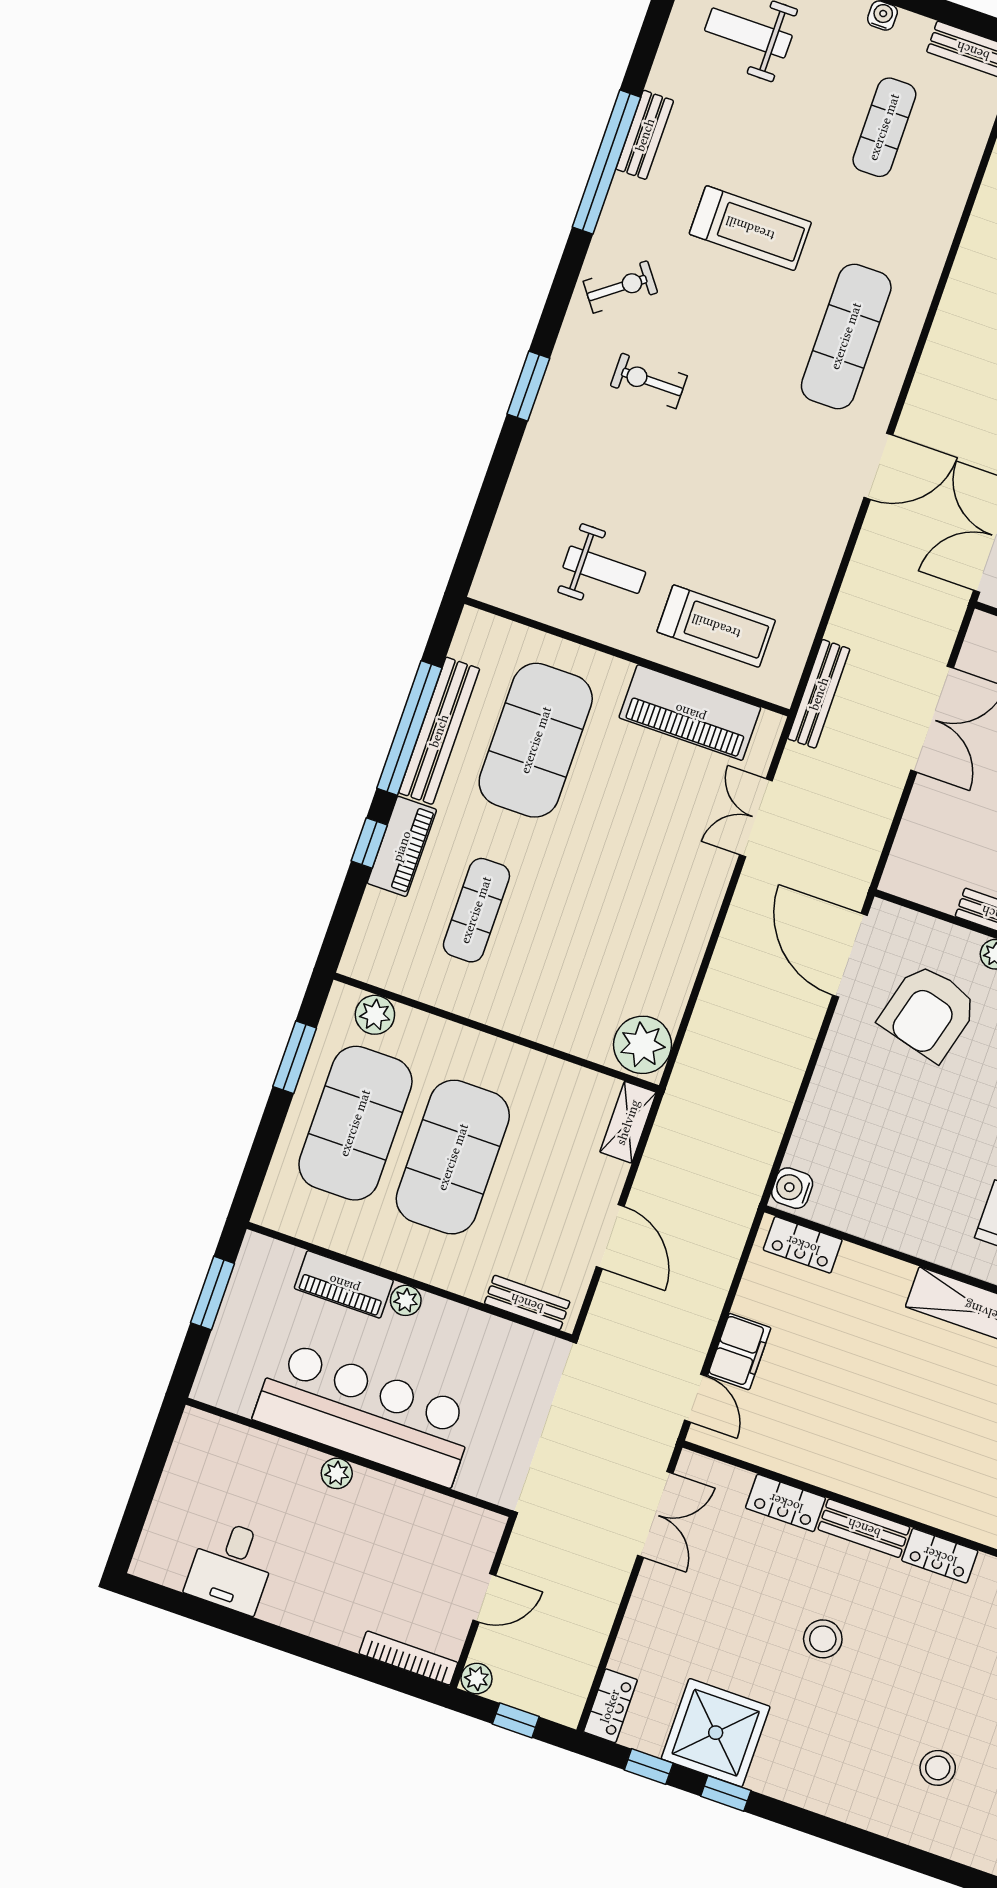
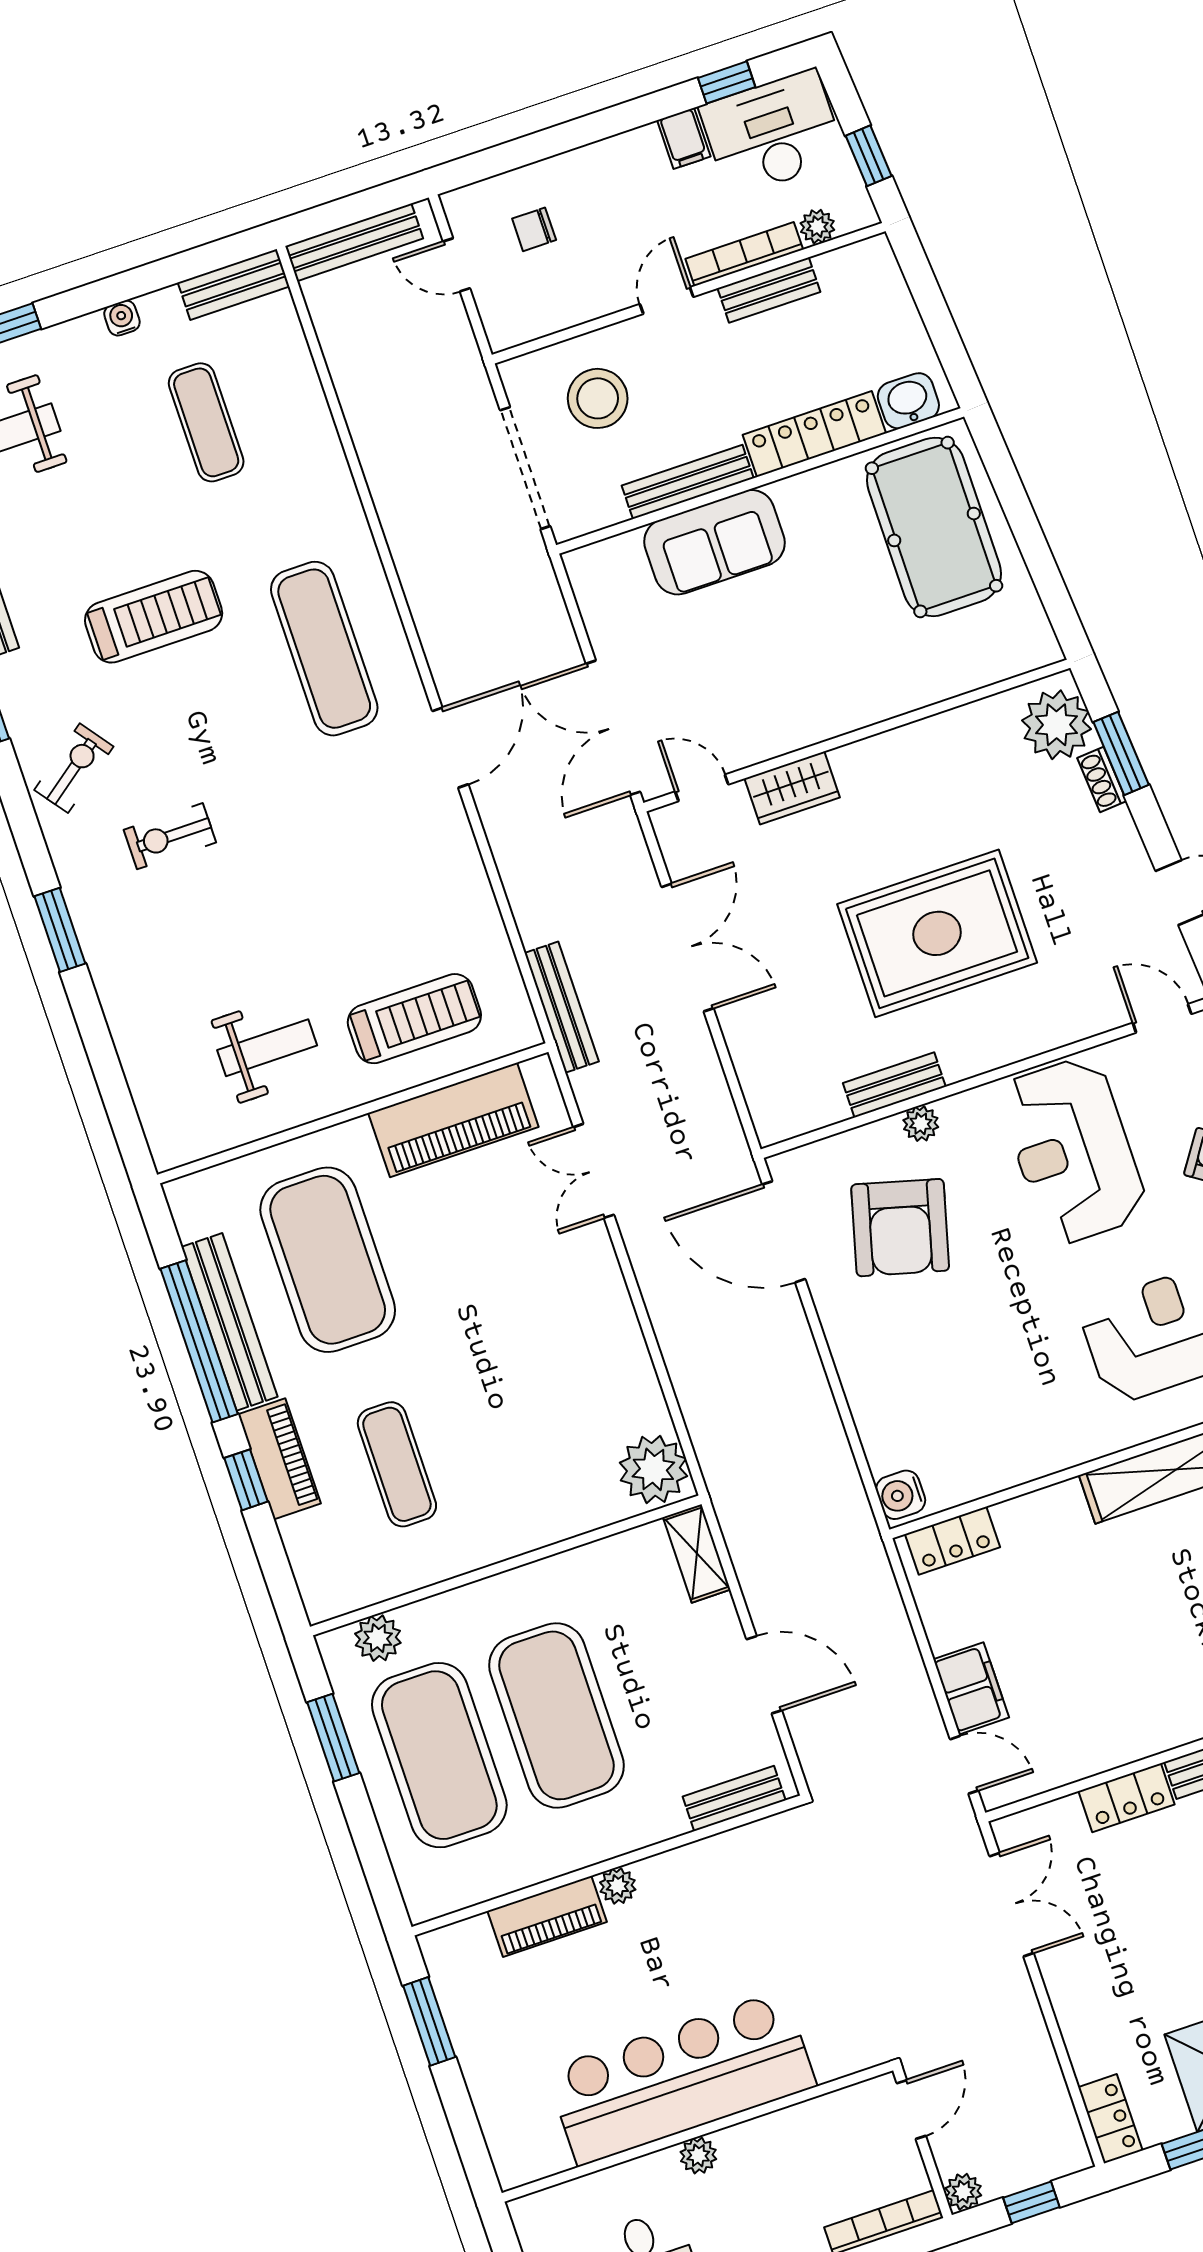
bar counter: (365, 1414) -> (681, 2078), moved
wall: (348, 1457) -> (697, 2132), moved
plant: (337, 1473) -> (698, 2156), moved

